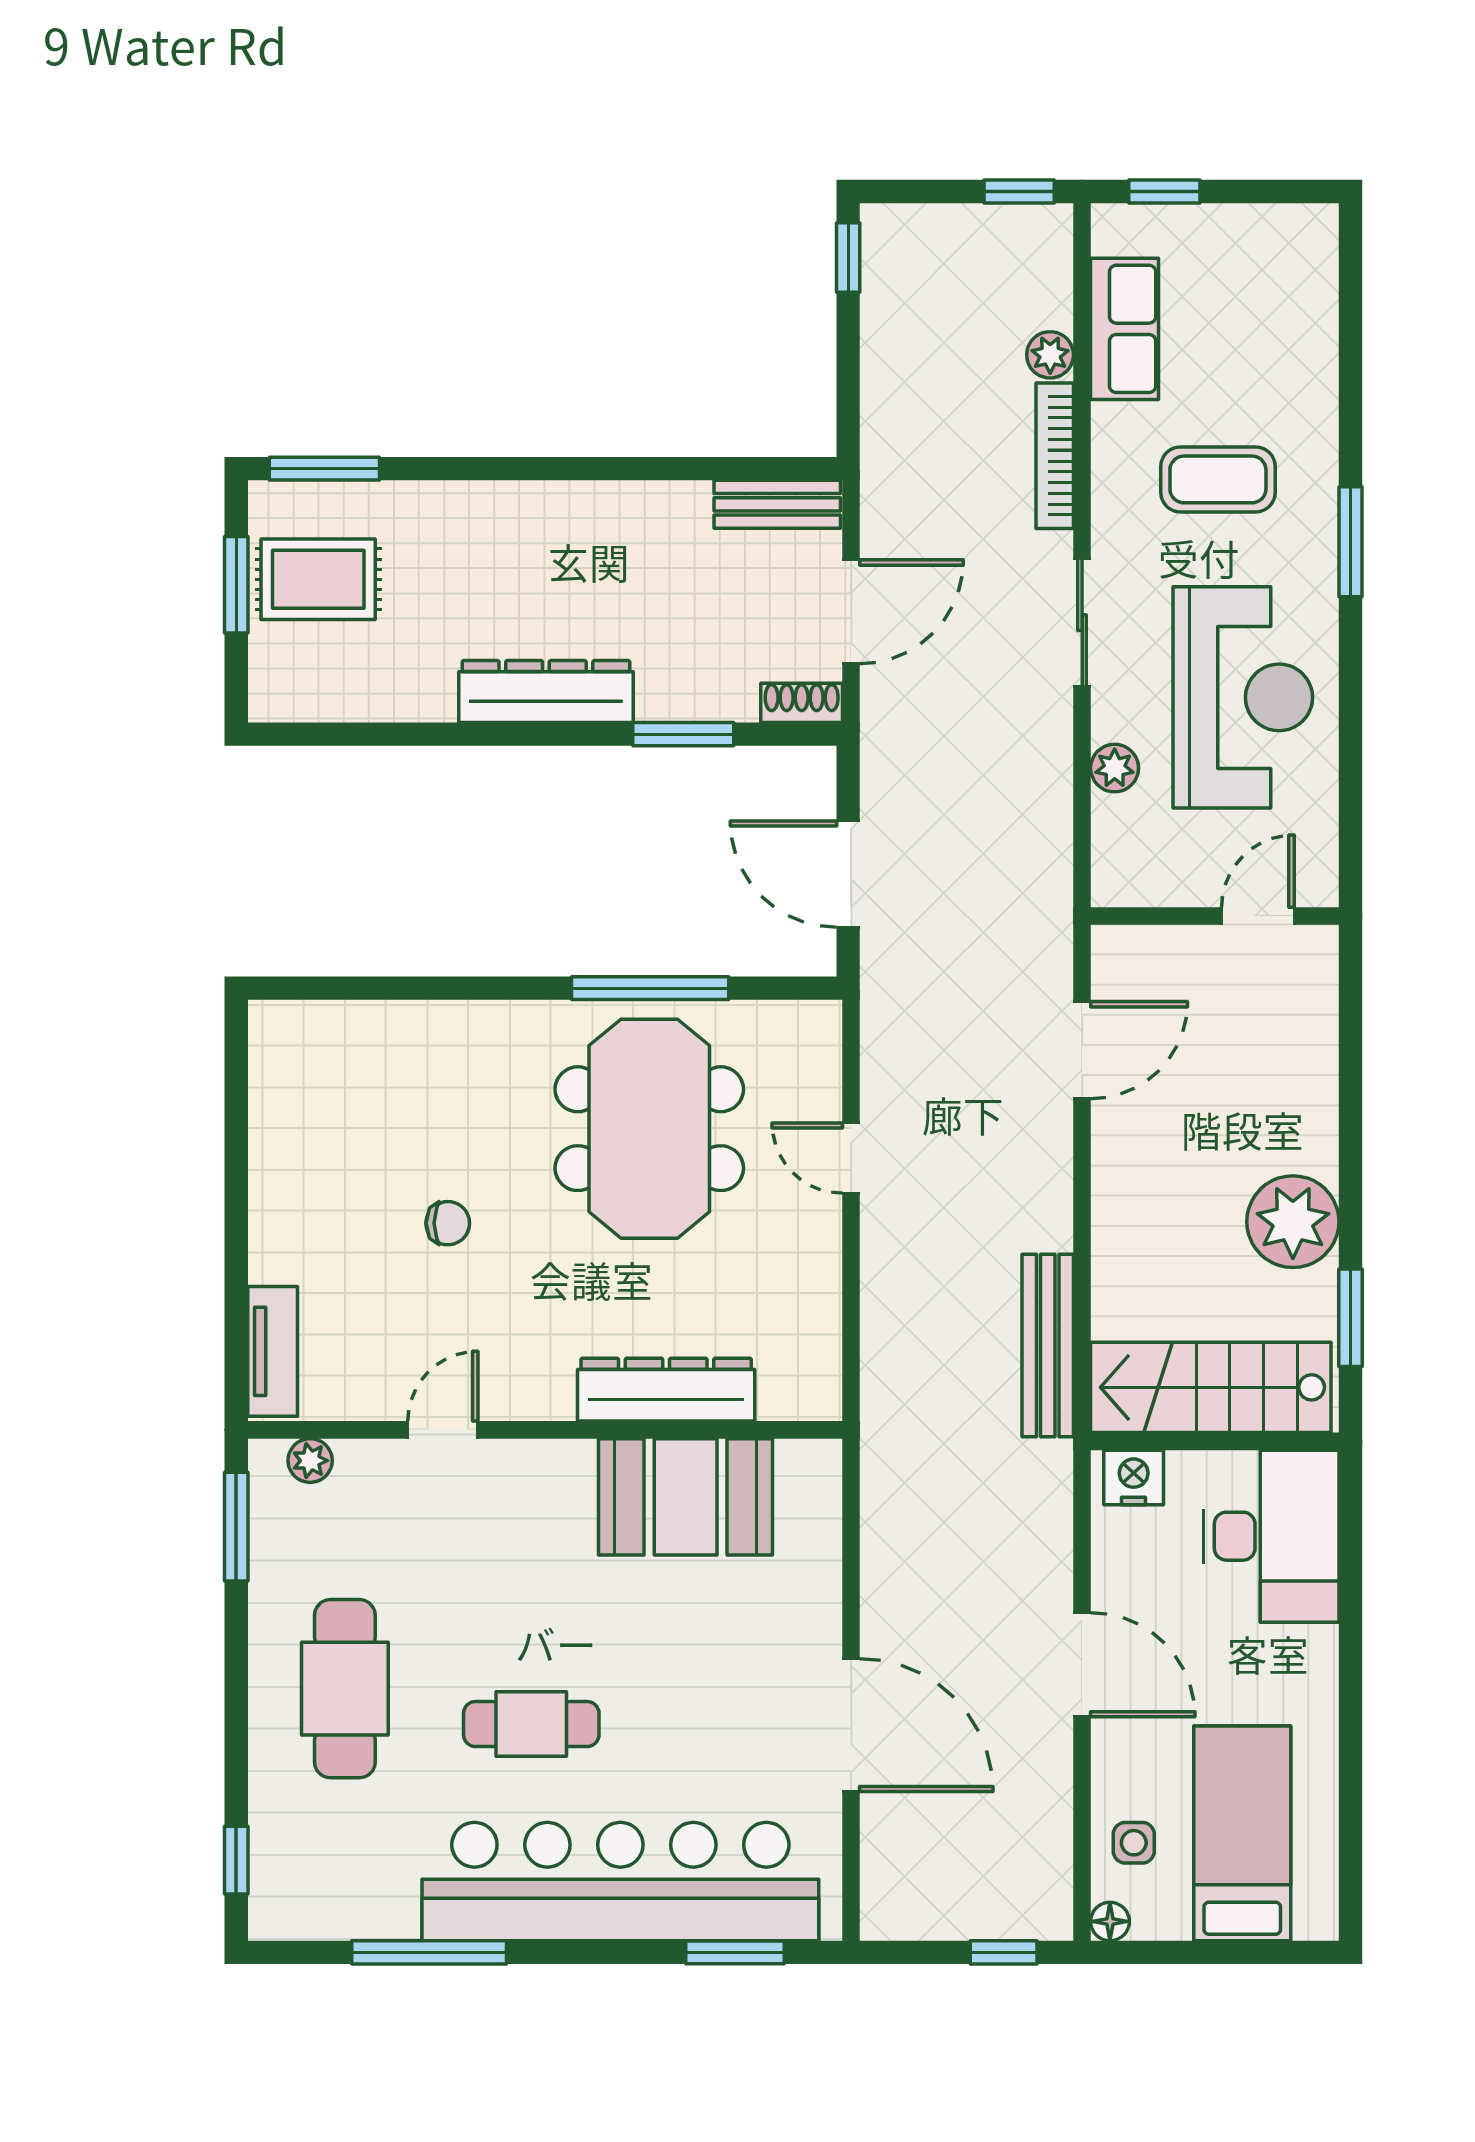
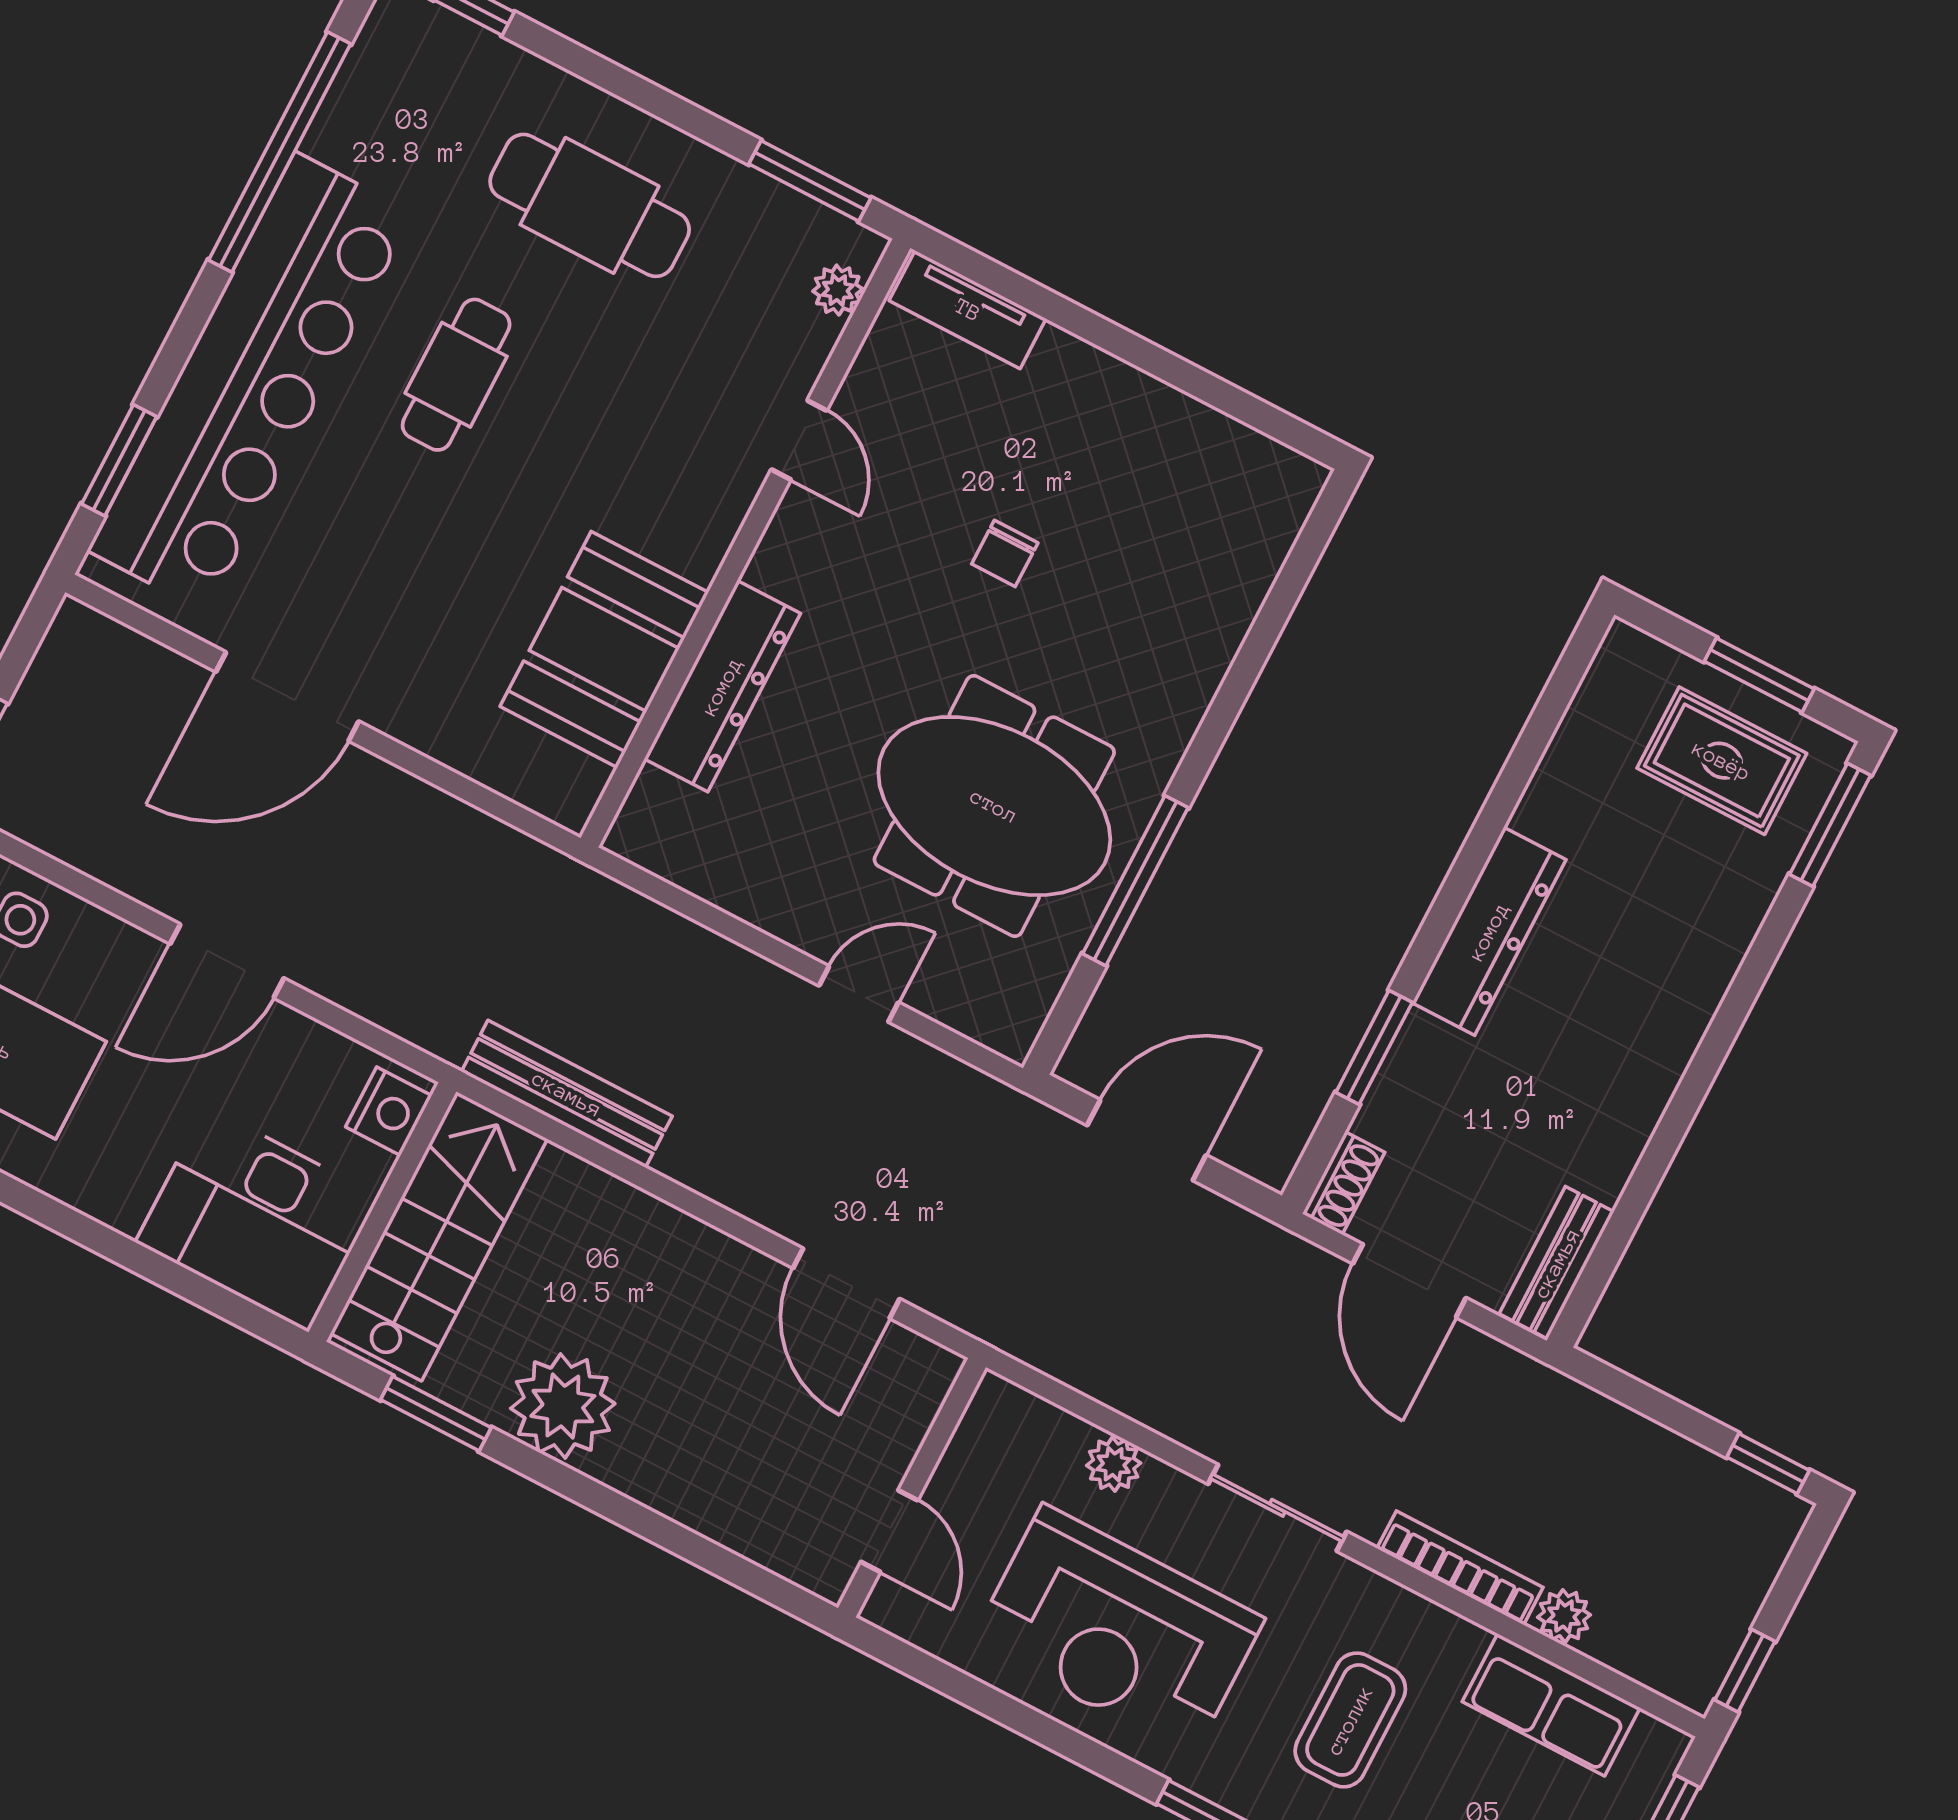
rug: (318, 579) -> (1722, 761), turned 90
window: (429, 1952) -> (280, 152), width x1.46

